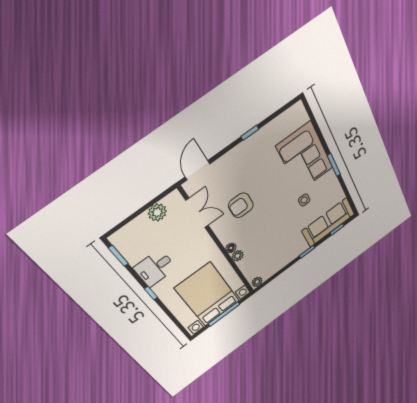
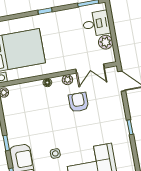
plant: (238, 256) -> (67, 80), moved
desk: (155, 268) -> (96, 24), moved, turned 90

